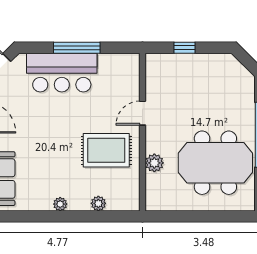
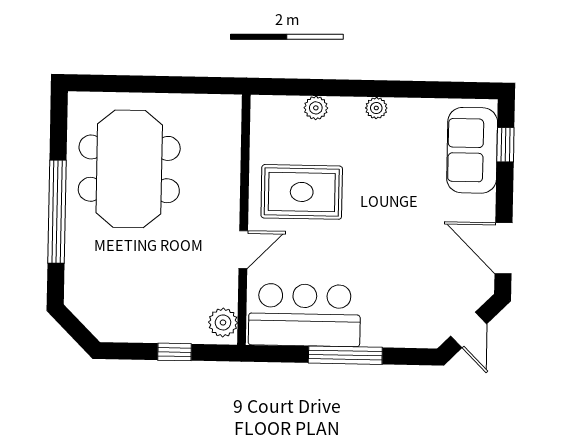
bar counter: (62, 73) -> (304, 315), moved
plant: (154, 163) -> (223, 322), moved
meeting table: (215, 163) -> (129, 169), turned 90

